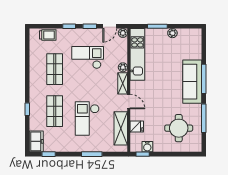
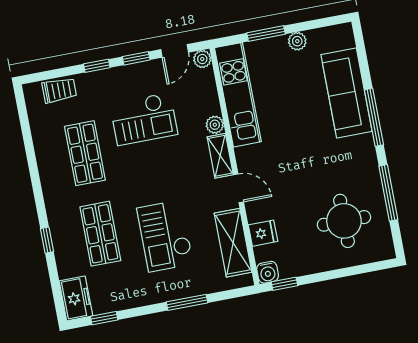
checkout: (88, 58) -> (144, 119), turned 180
sofa: (192, 82) -> (346, 93), moved
water cooler: (147, 147) -> (268, 272), moved

